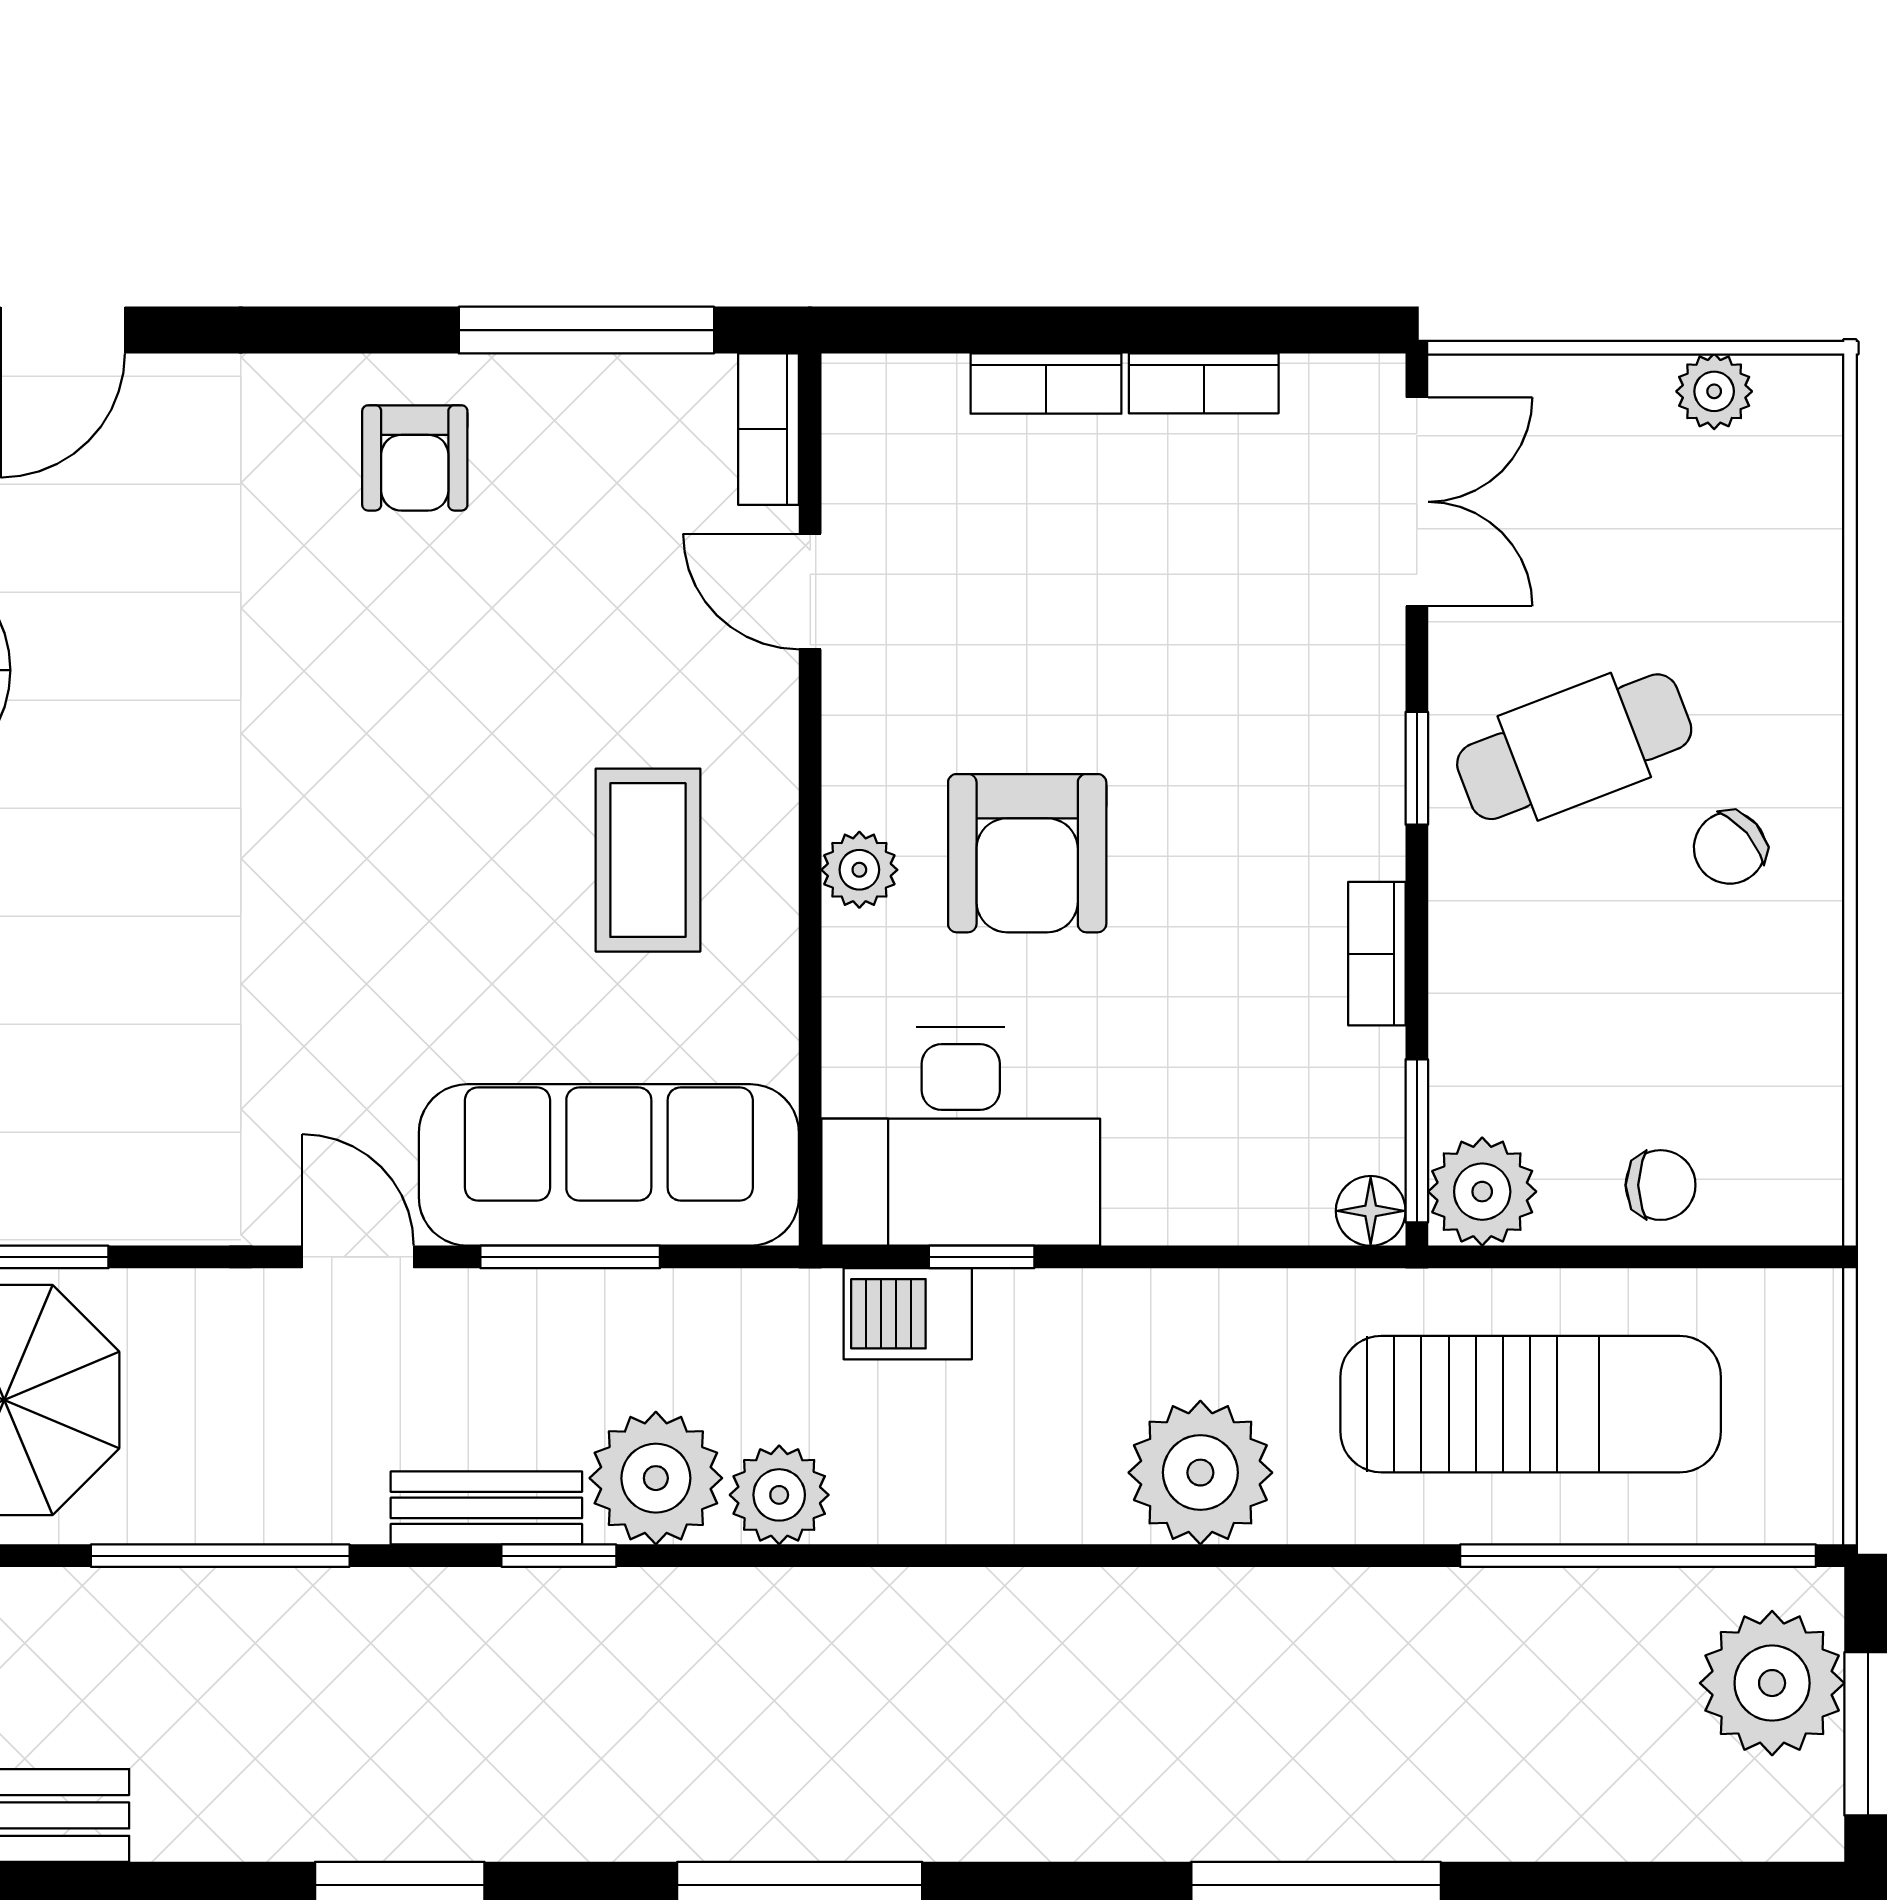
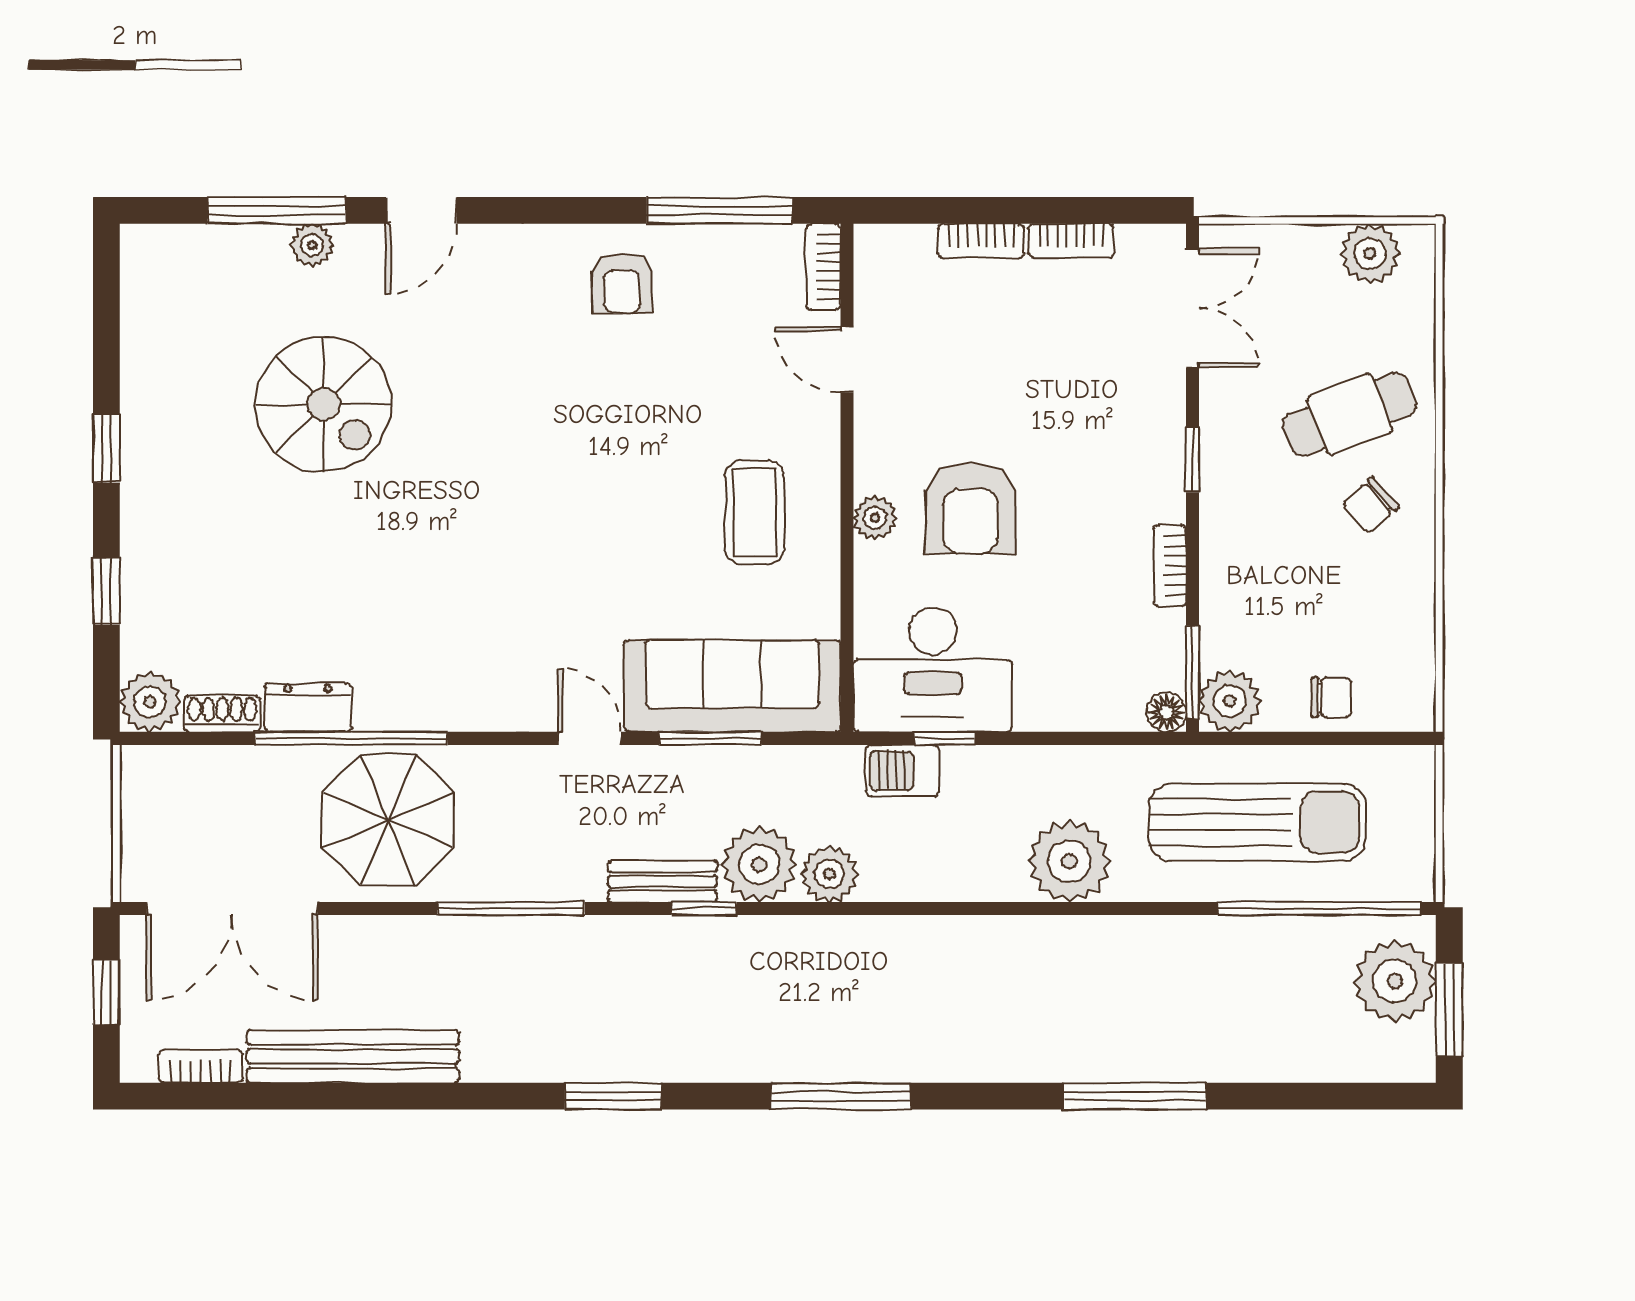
plant: (1714, 391) -> (1370, 253), width x1.38, depth x1.38
cafe table: (1574, 747) -> (1350, 414), moved

